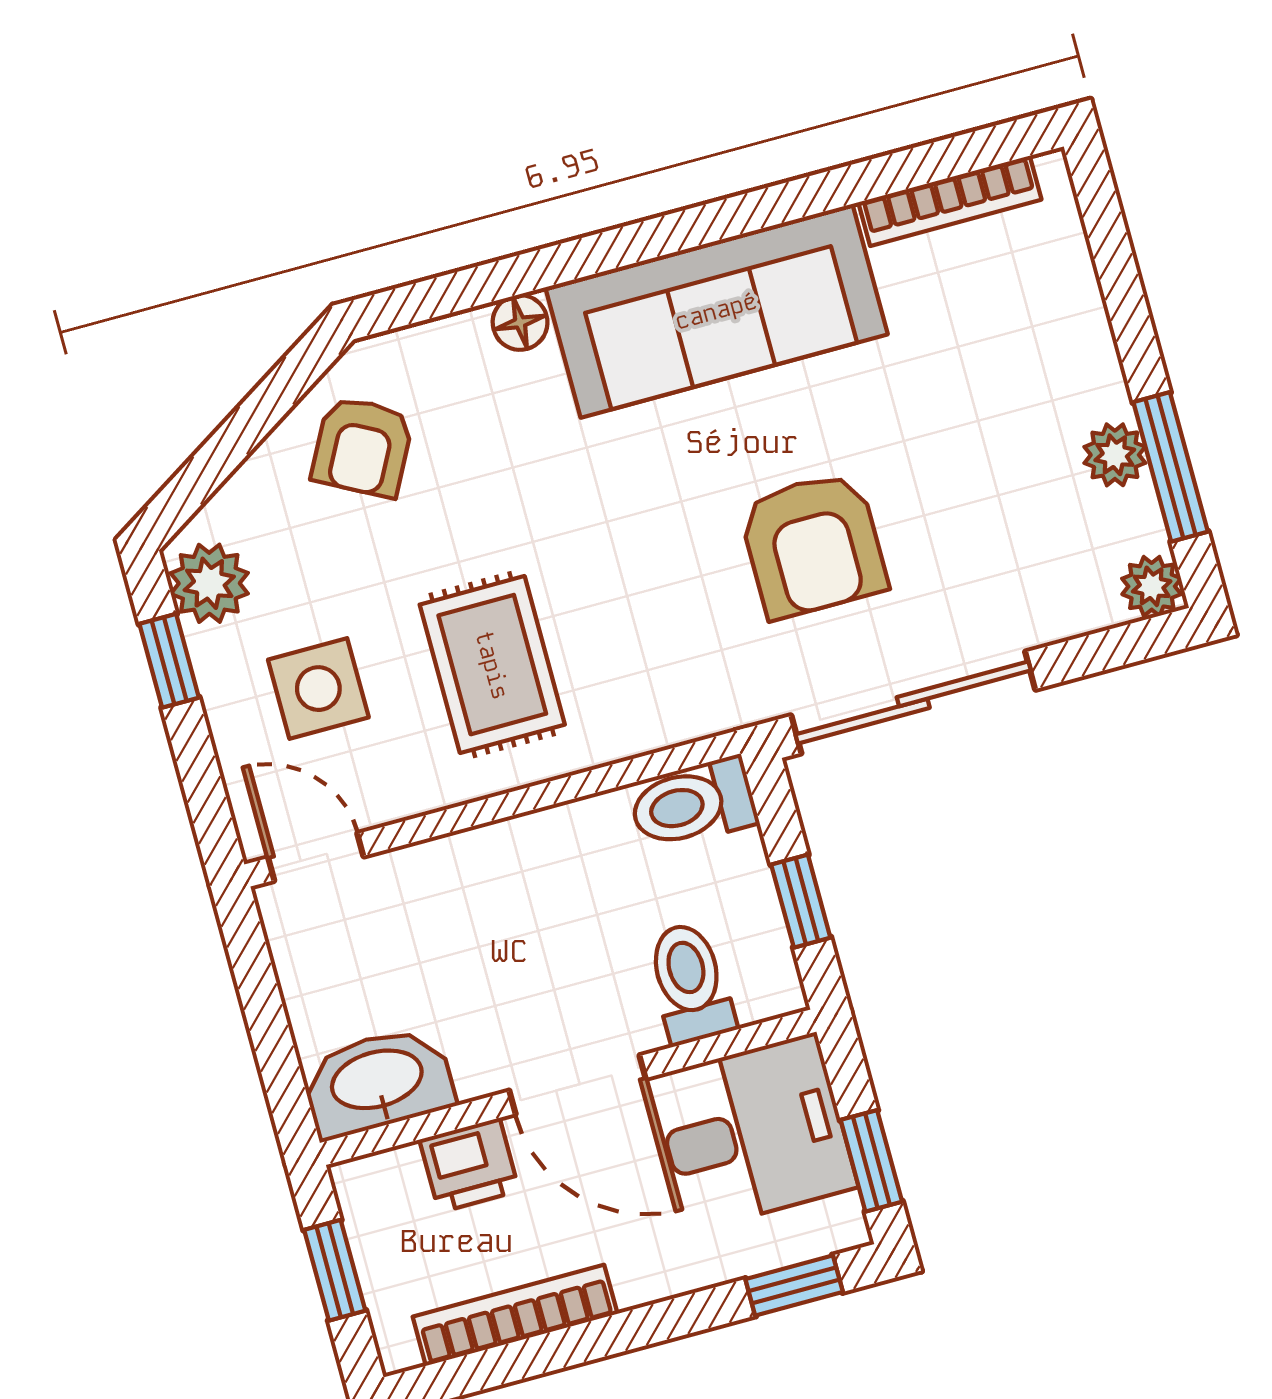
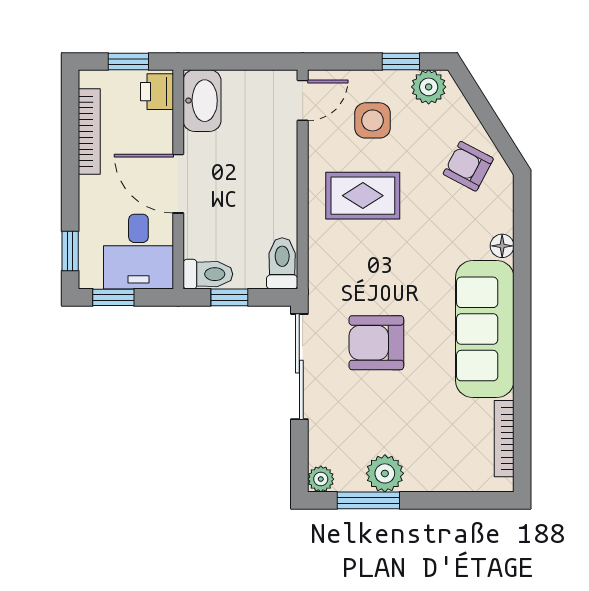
plant: (1115, 455) -> (385, 473), width x1.38, depth x1.38
toilet: (690, 983) -> (208, 274), moved
door: (578, 1085) -> (178, 184), hinge flipped
printer: (469, 1165) -> (157, 92), moved

